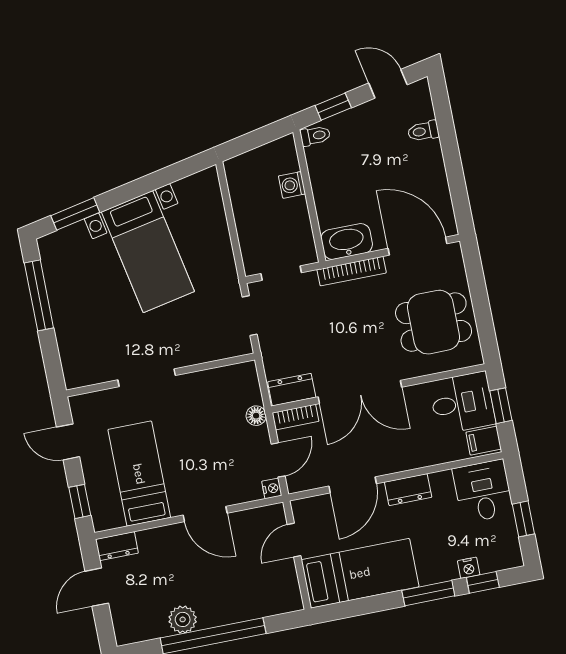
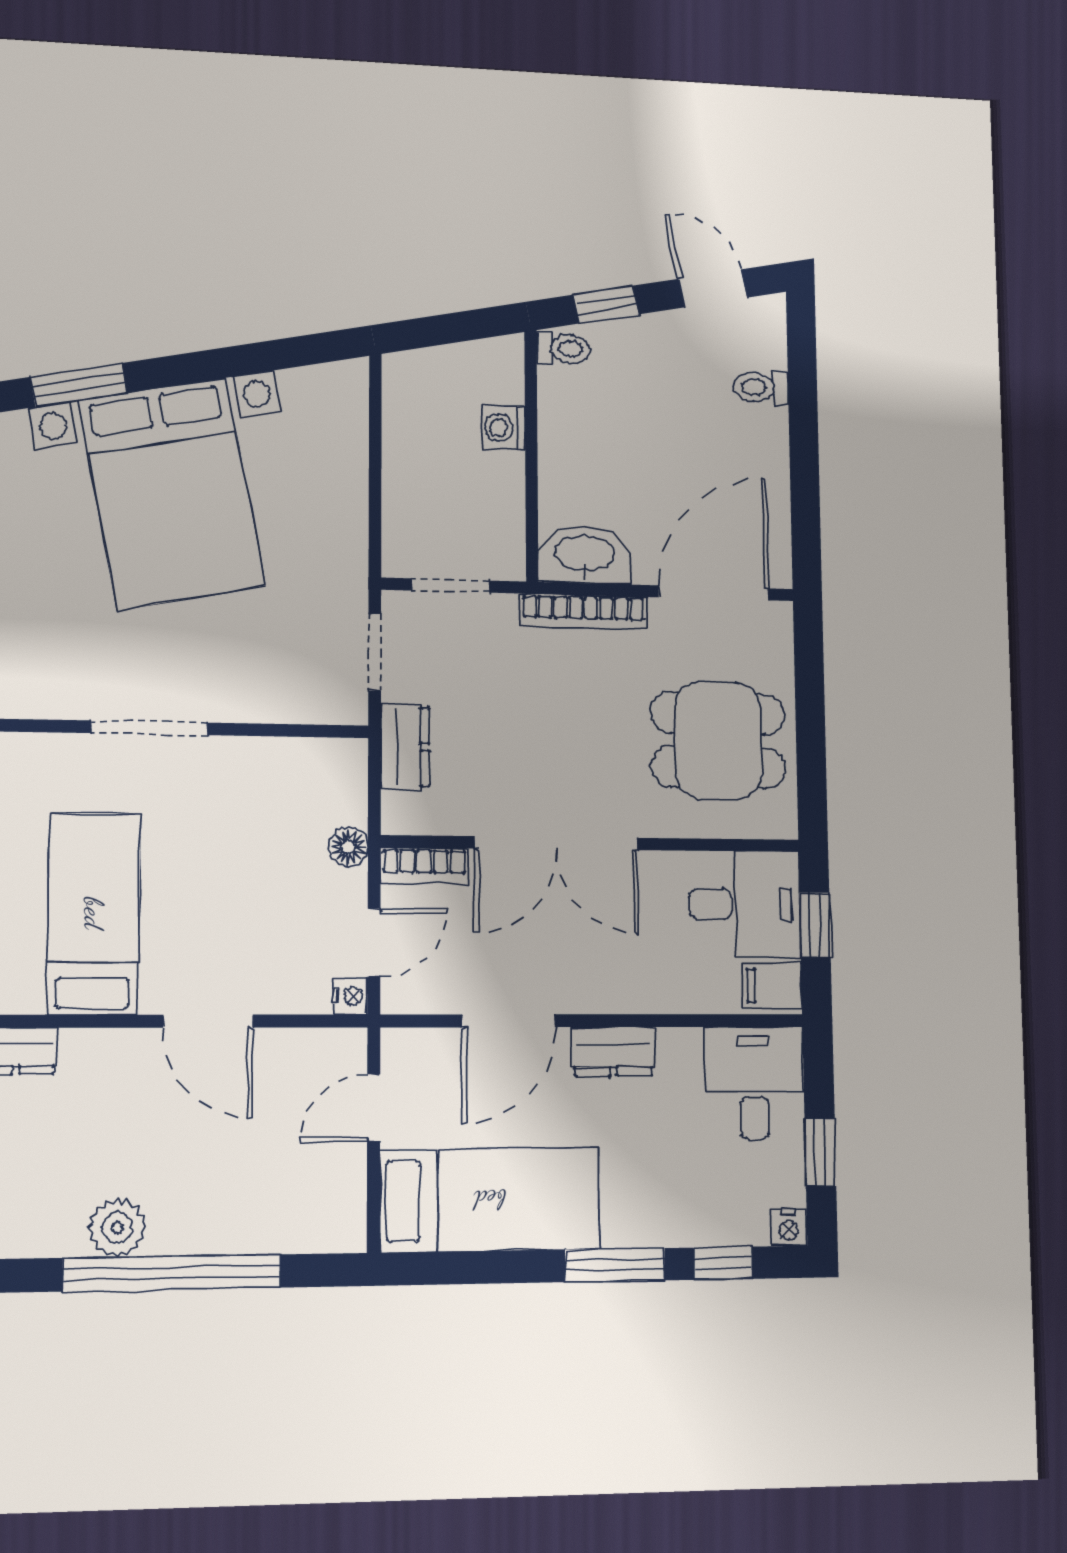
door: (417, 246) -> (714, 593), hinge flipped
bed with nightstands: (148, 252) -> (172, 493), width x1.36
dresser: (292, 390) -> (405, 746), moved, turned 90
nightstand: (469, 568) -> (789, 1228), moved

